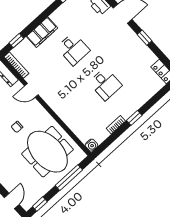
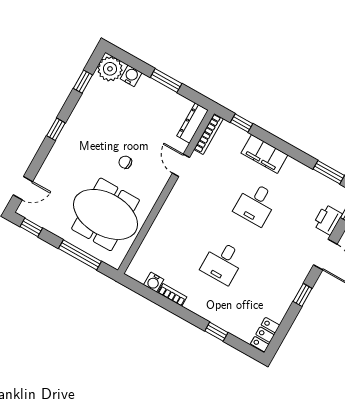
window: (134, 118) -> (216, 332), moved
water cooler: (91, 145) -> (154, 282), moved
meeting table: (47, 152) -> (106, 214), turned 90

